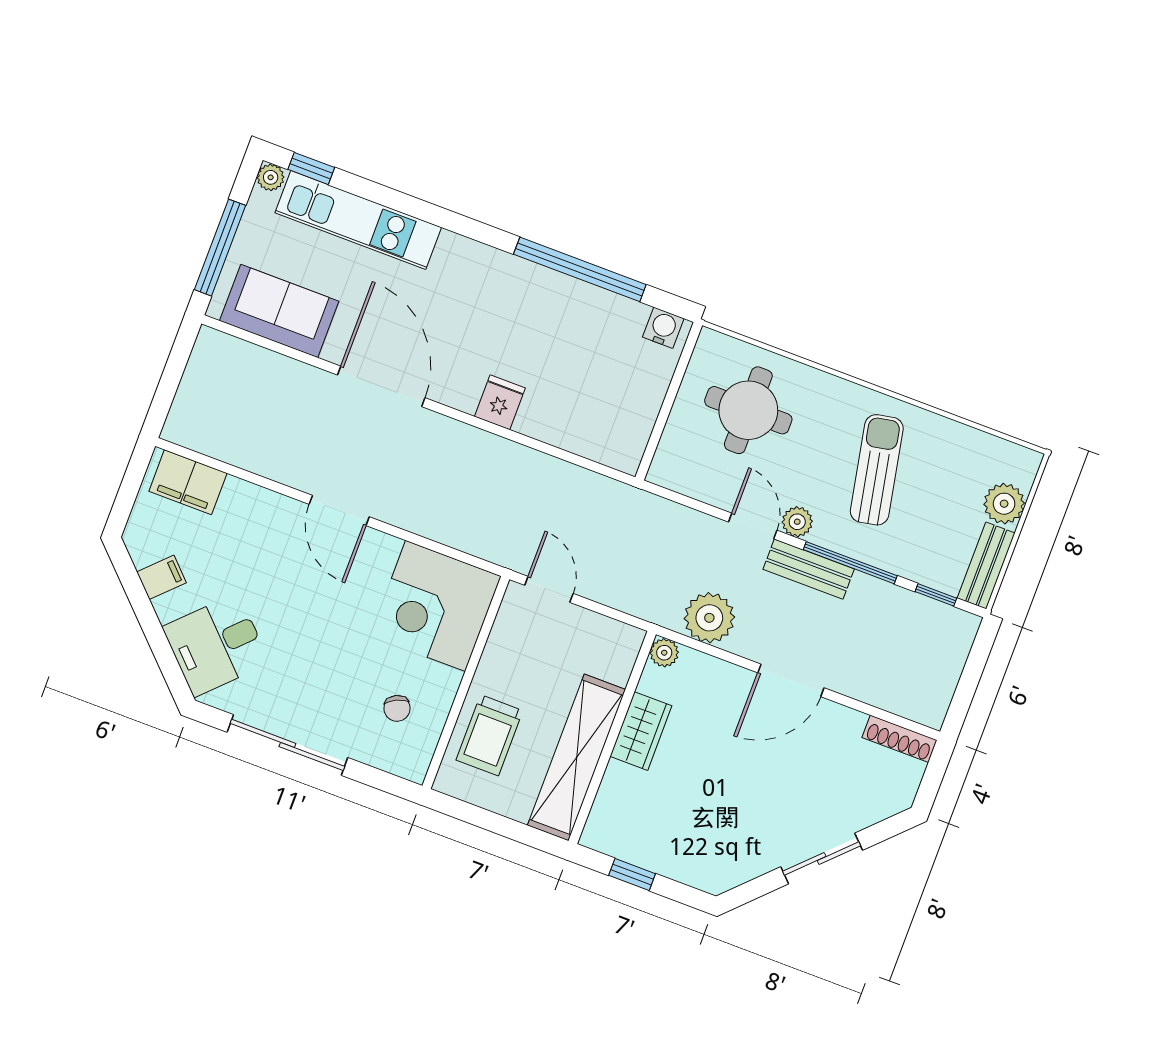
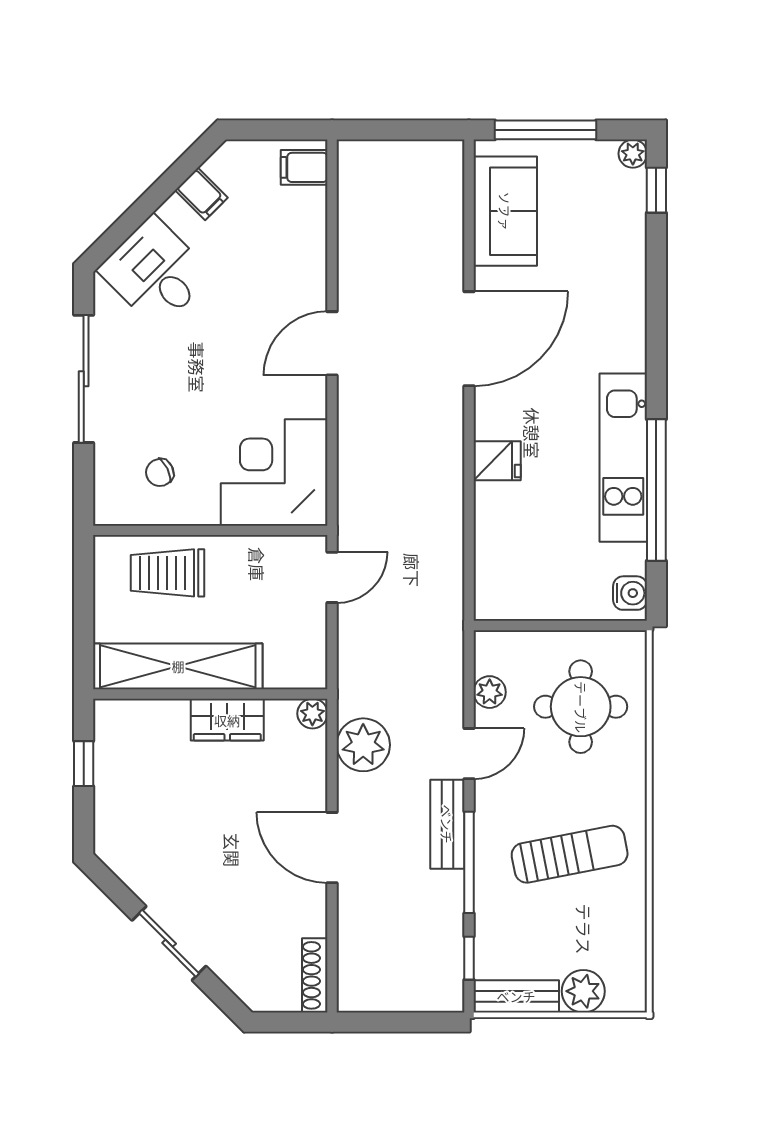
kitchen unit: (358, 220) -> (623, 458), moved
filing cabinet: (188, 482) -> (304, 167), width x0.50
plant: (797, 522) -> (490, 692), moved

